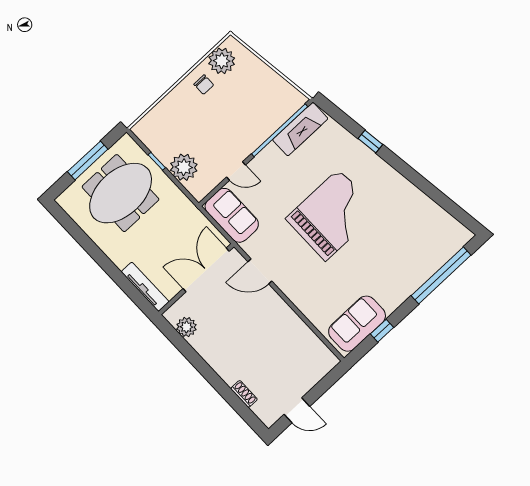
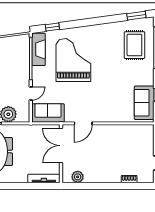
window: (370, 141) -> (52, 27), moved
window: (457, 212) -> (136, 16), added
grand piano: (332, 215) -> (73, 60), moved
rug: (418, 244) -> (134, 45), added

